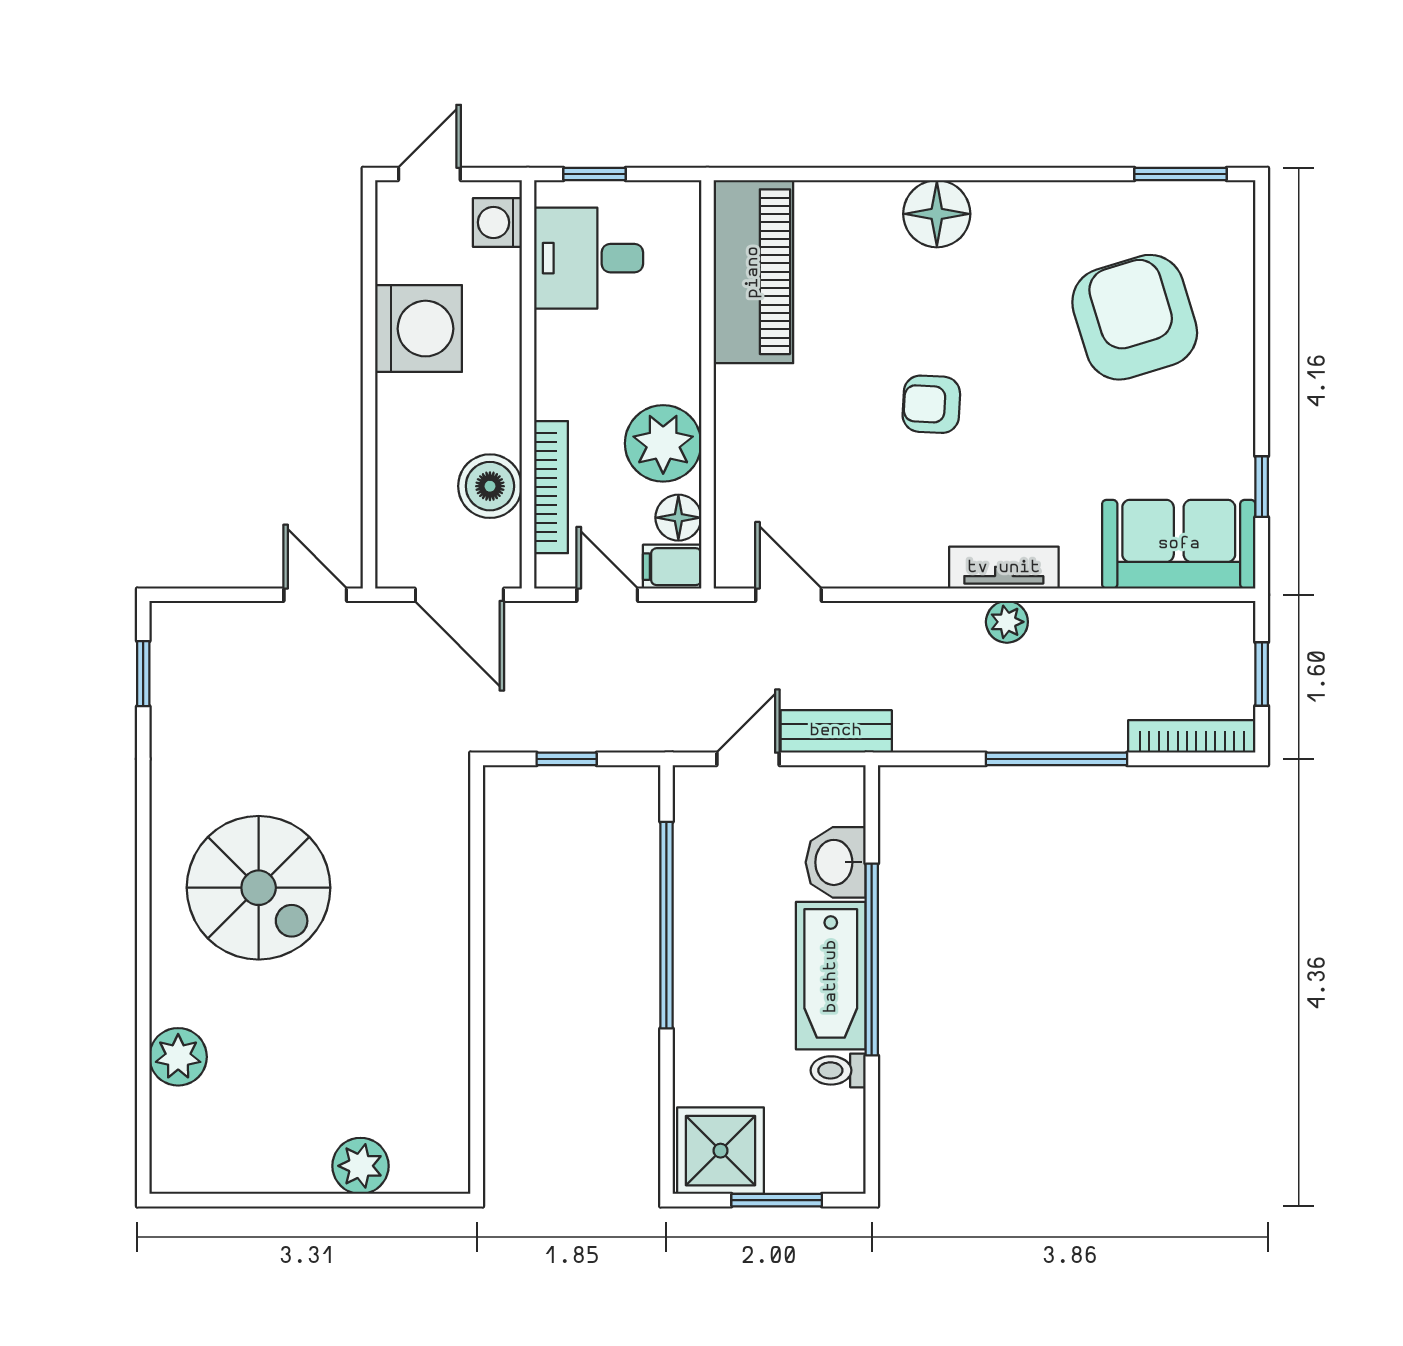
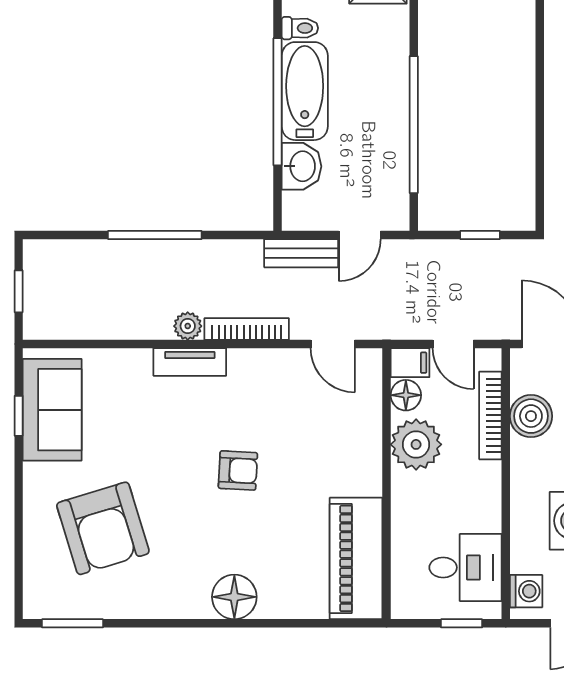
sofa: (1179, 544) -> (52, 410), moved, turned -90
bookcase: (1192, 736) -> (247, 329), moved, turned 180

